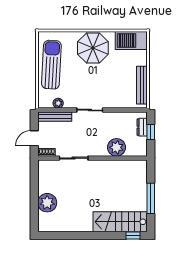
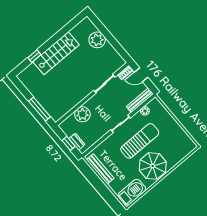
sun lounger: (51, 65) -> (140, 141), moved, turned -93
door: (34, 138) -> (141, 75), swing flipped
window: (151, 198) -> (39, 109), moved
stairs: (120, 222) -> (56, 53), moved
window: (133, 236) -> (34, 56), moved

